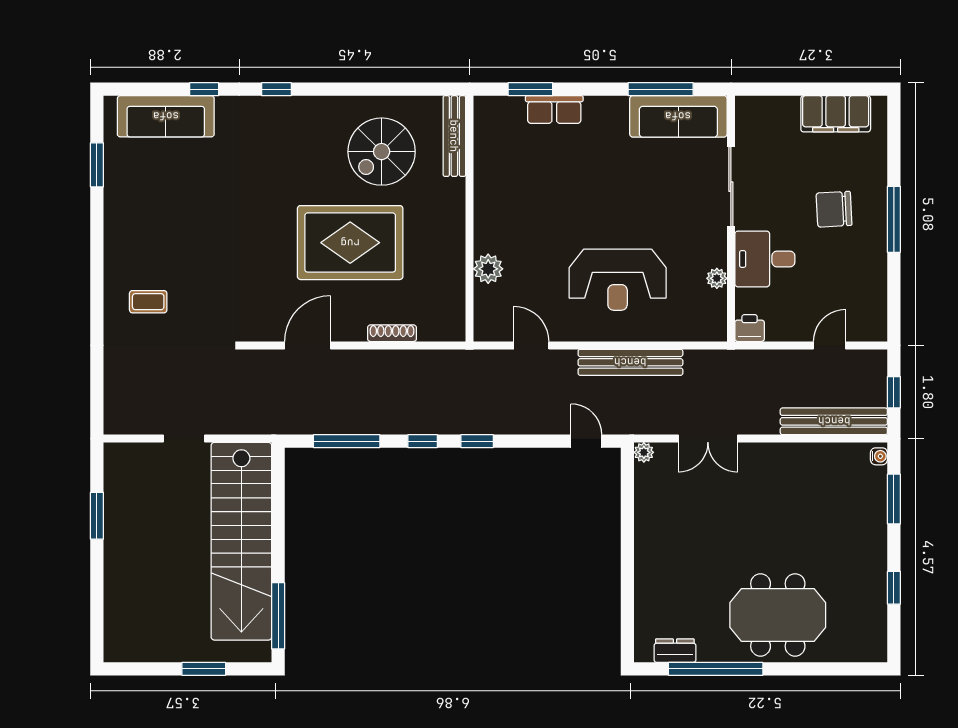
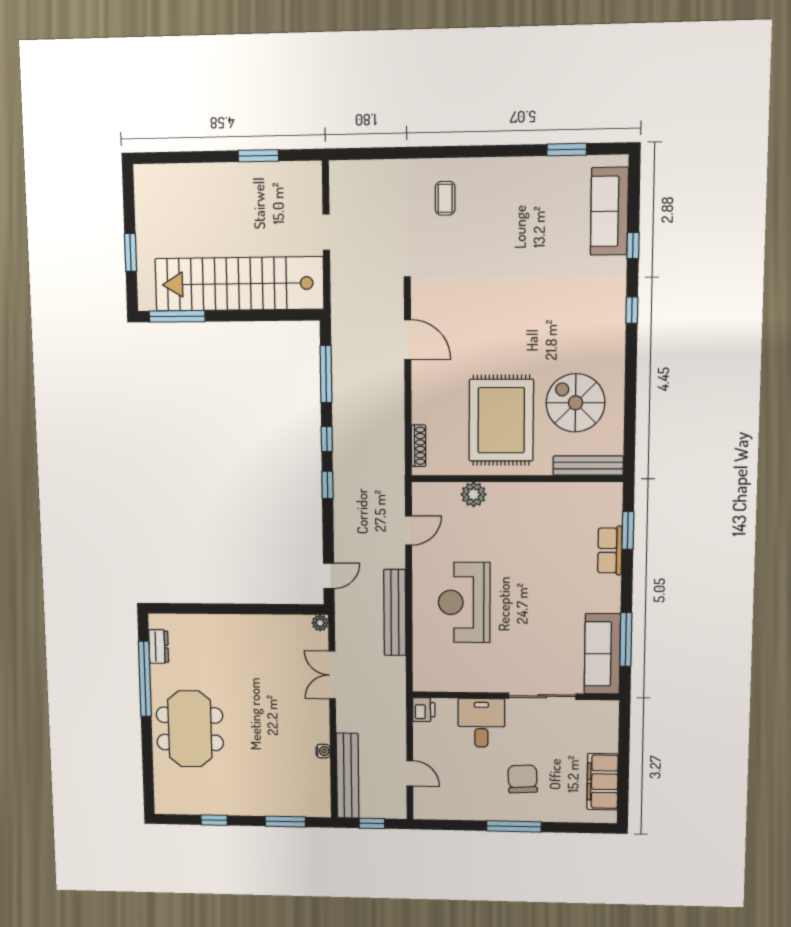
rug: (350, 243) -> (501, 420), moved
plant: (717, 278) -> (465, 684), removed
shoe rack: (392, 333) -> (419, 446), moved
water cooler: (879, 456) -> (323, 751), moved, turned -90

